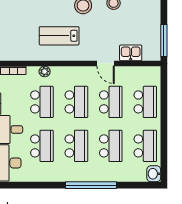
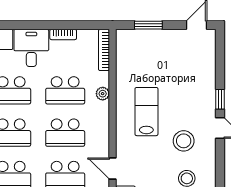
door: (106, 63) -> (112, 169), hinge flipped

